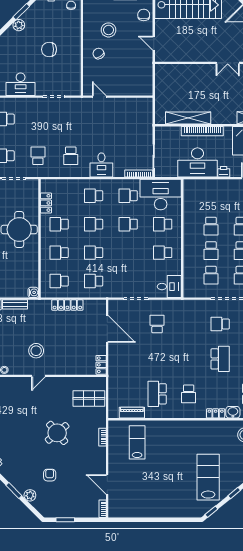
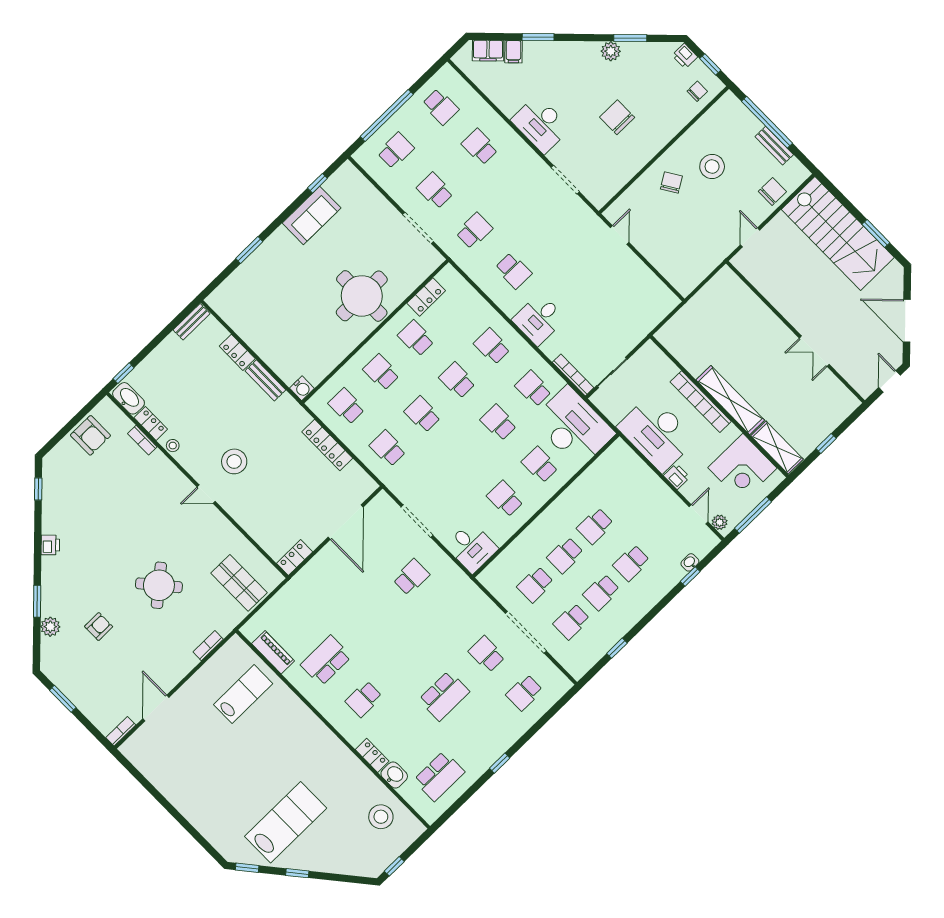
shelving: (188, 118) -> (730, 400), moved
school desk: (71, 156) -> (513, 271), turned -90

